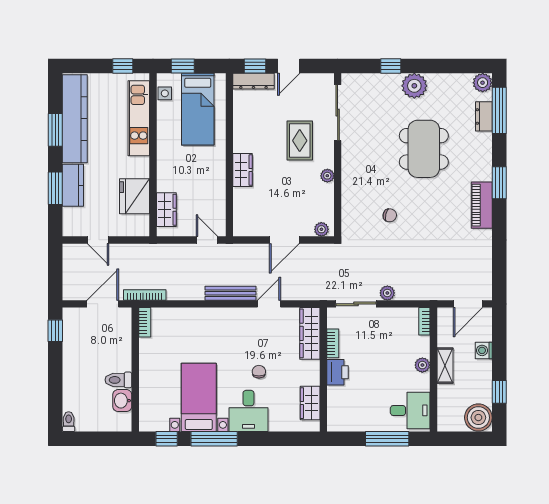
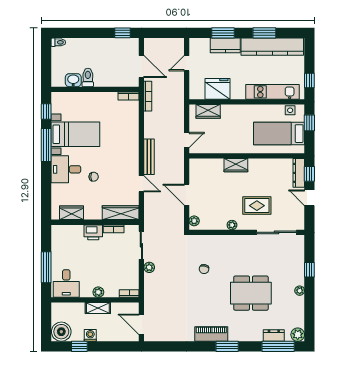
plant: (414, 86) -> (300, 291), width x0.53, depth x0.53
washing machine: (484, 350) -> (90, 335), moved

